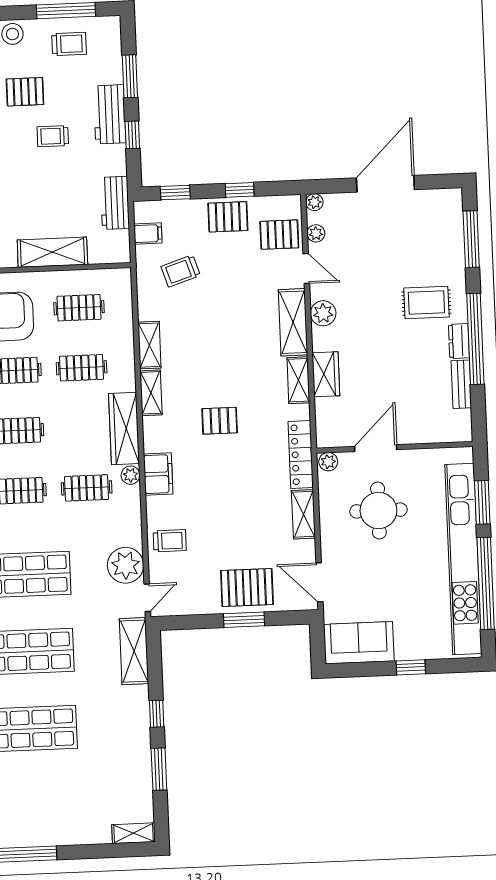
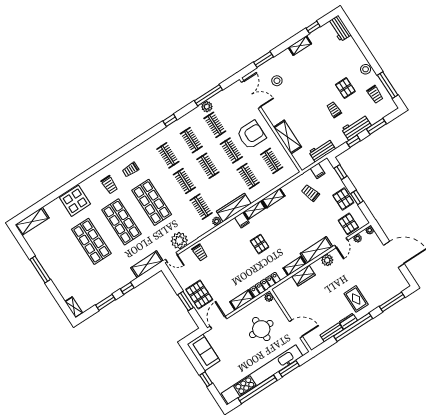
door: (376, 448) -> (296, 329), moved
filing cabinet: (158, 474) -> (242, 220), moved, width x0.50

